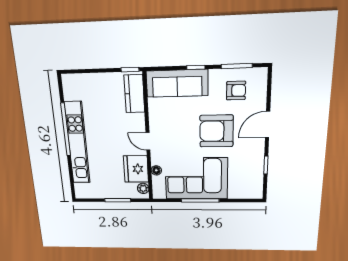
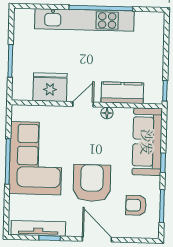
armchair: (236, 91) -> (136, 205), turned 90
kitchen counter: (134, 94) -> (122, 93), moved
floor lamp: (156, 170) -> (107, 113), moved
tv unit: (257, 175) -> (38, 228), added
plant: (143, 188) -> (25, 94), removed

